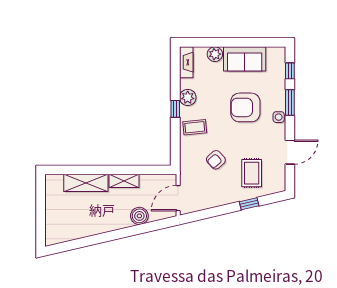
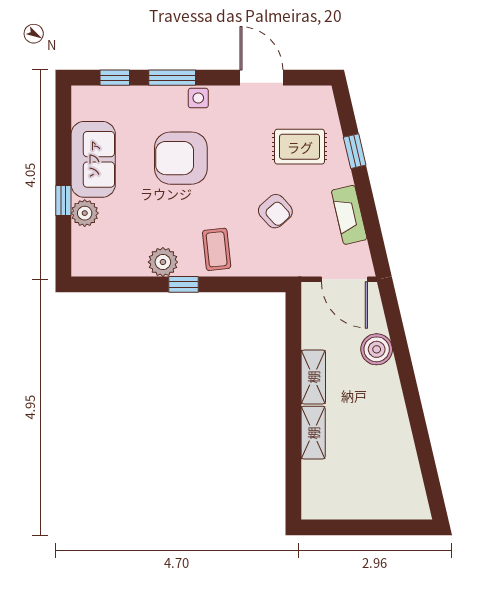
window: (222, 42) -> (63, 201), added
fireplace: (186, 62) -> (349, 215), moved, turned -103
armchair: (245, 107) -> (181, 158), turned 90
shelving: (86, 183) -> (313, 433), width x0.67, depth x0.75

